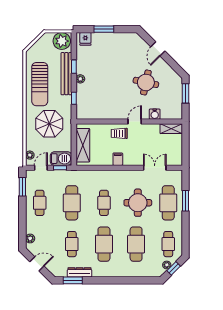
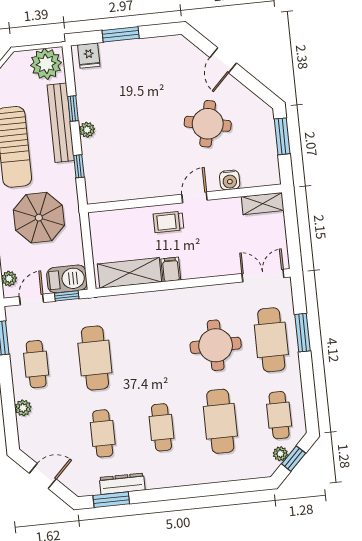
shelving: (83, 145) -> (130, 273), moved, turned 90
double door: (155, 168) -> (263, 276), moved
cafe table: (104, 203) -> (154, 352), removed
plant: (30, 238) -> (23, 408), moved
cafe table: (104, 244) -> (161, 427), width x0.73, depth x0.74

